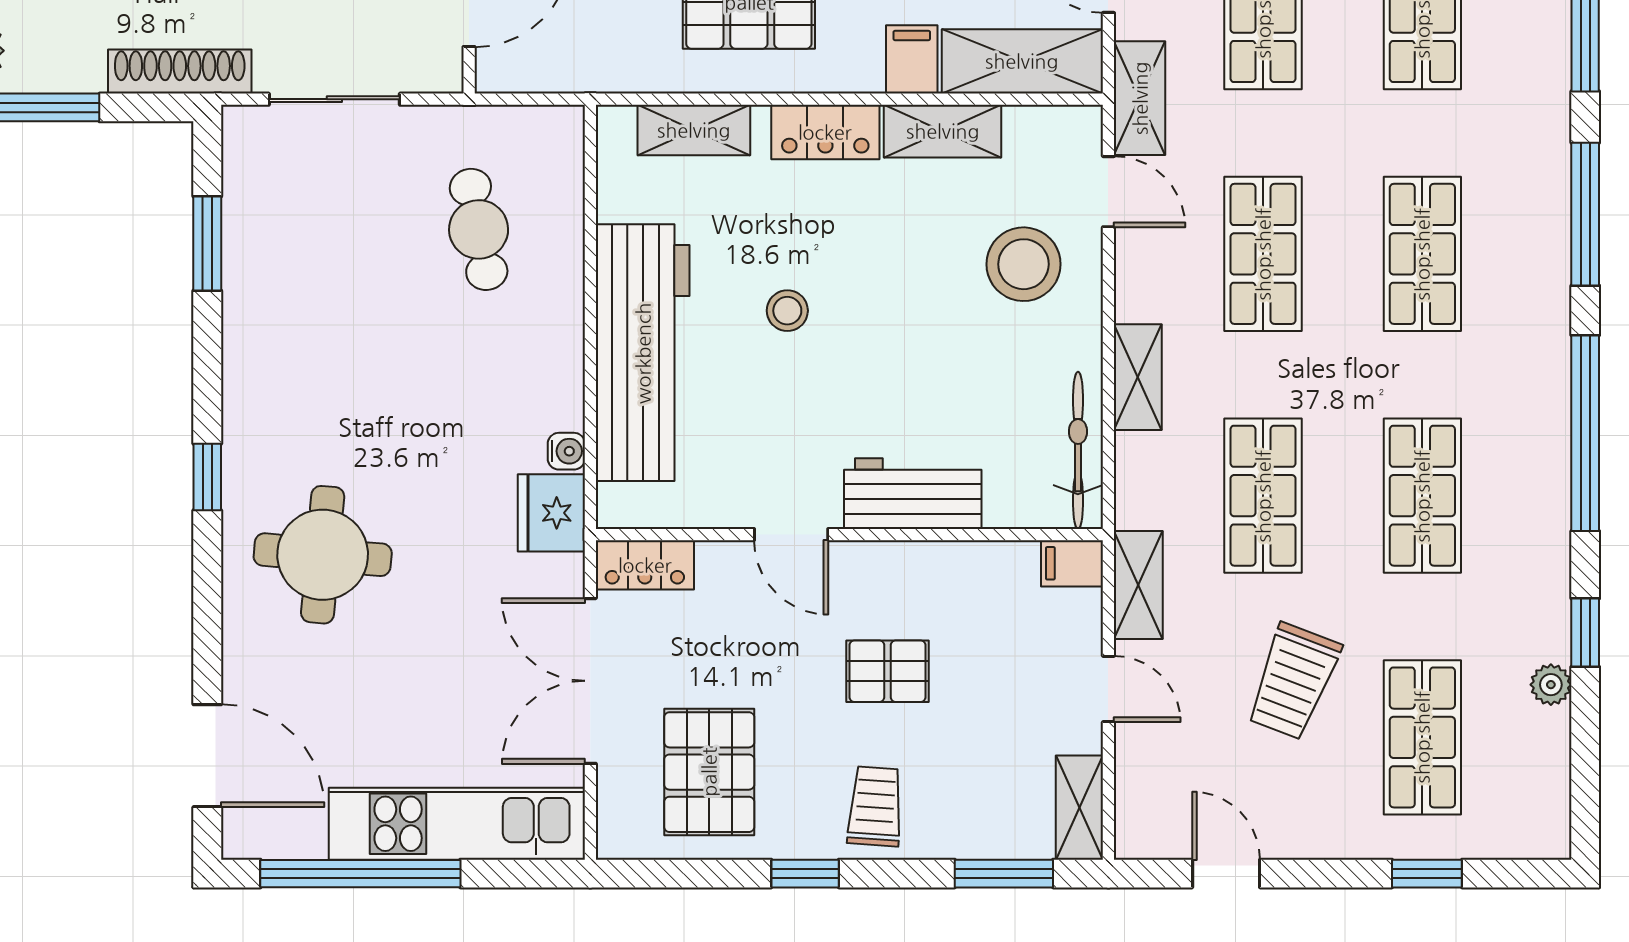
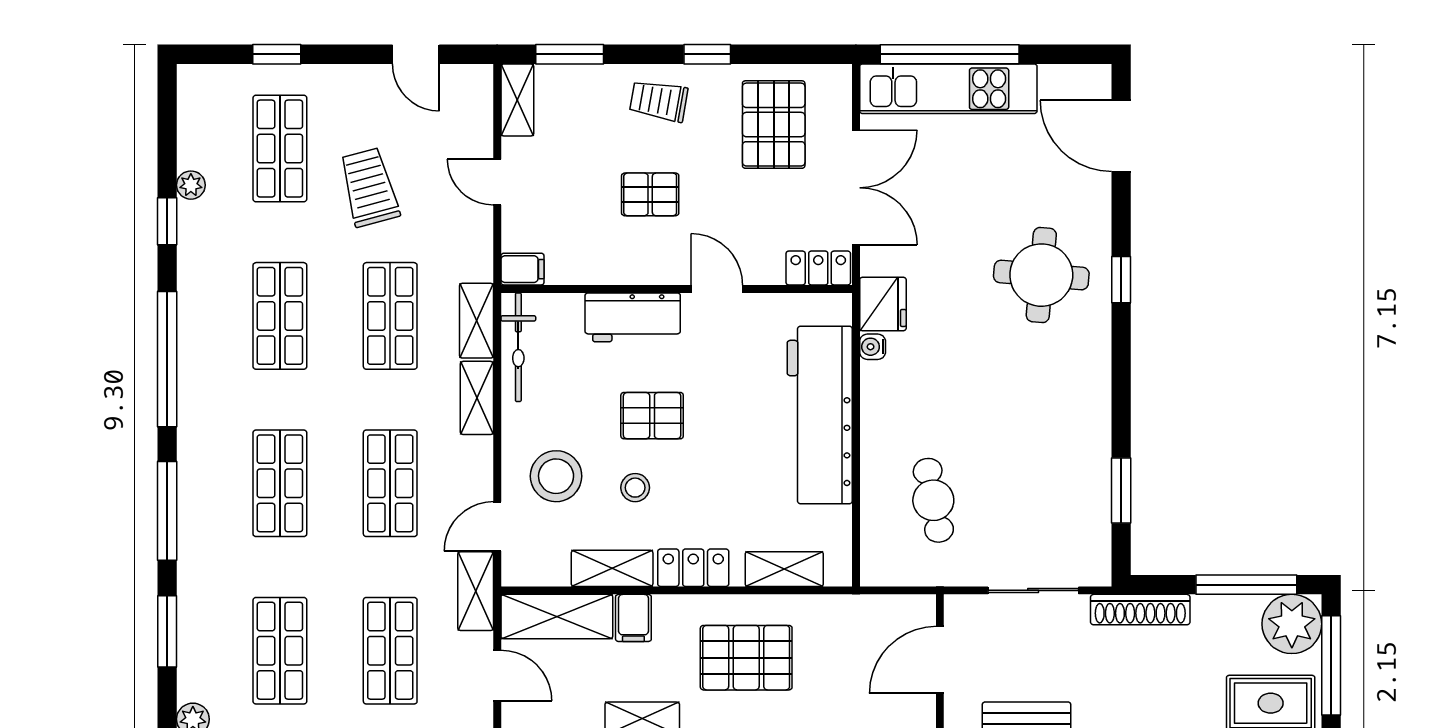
door: (1108, 192) -> (497, 526), hinge flipped
stool: (787, 311) -> (635, 488), moved
pallet: (885, 352) -> (652, 416), added
window: (207, 477) -> (1121, 280), moved
shelving: (1138, 585) -> (477, 321), moved
trolley: (1293, 681) -> (369, 187), turned -36
trolley: (875, 806) -> (659, 101), turned 96
window: (360, 874) -> (950, 54), moved

